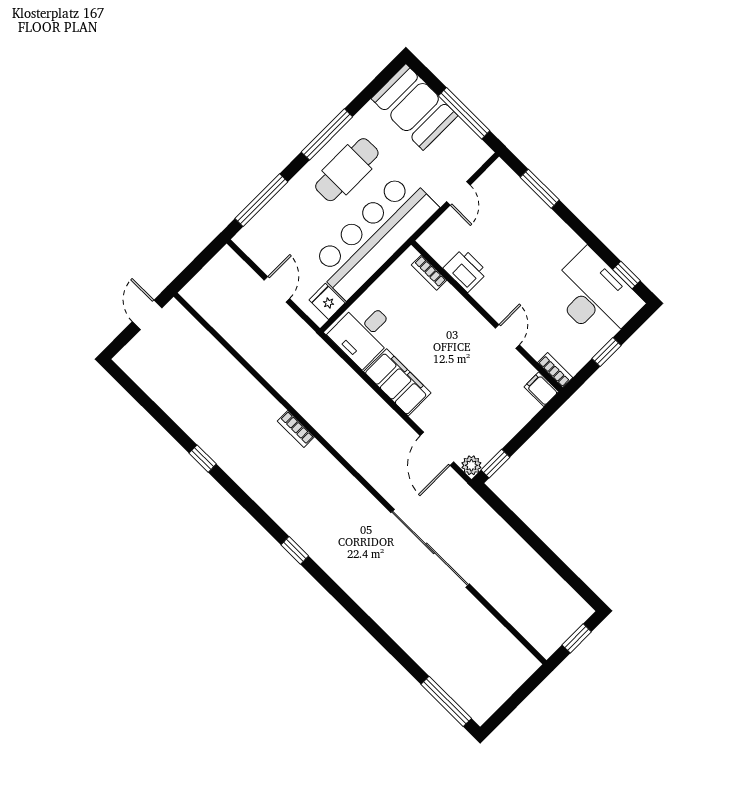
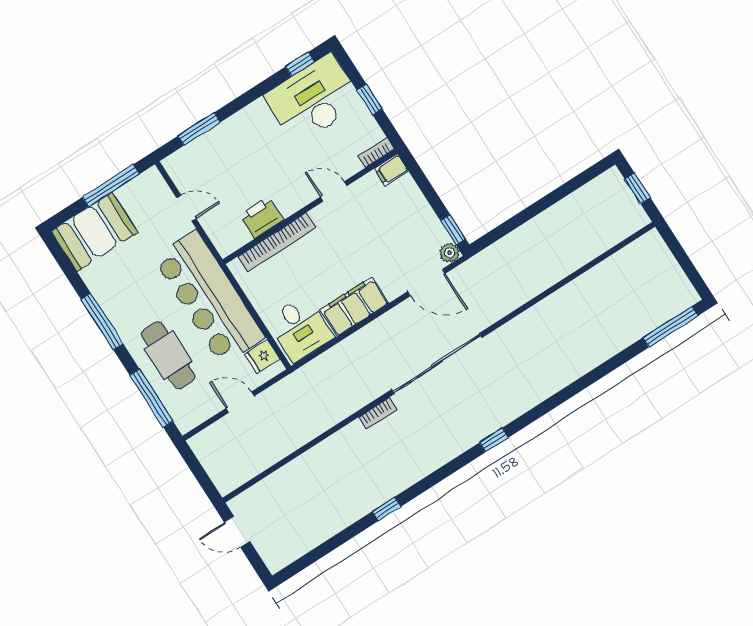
cafe table: (347, 170) -> (168, 355), moved
bookcase: (429, 273) -> (277, 242), width x2.31, depth x1.31
sliding door: (430, 548) -> (437, 363), moved

